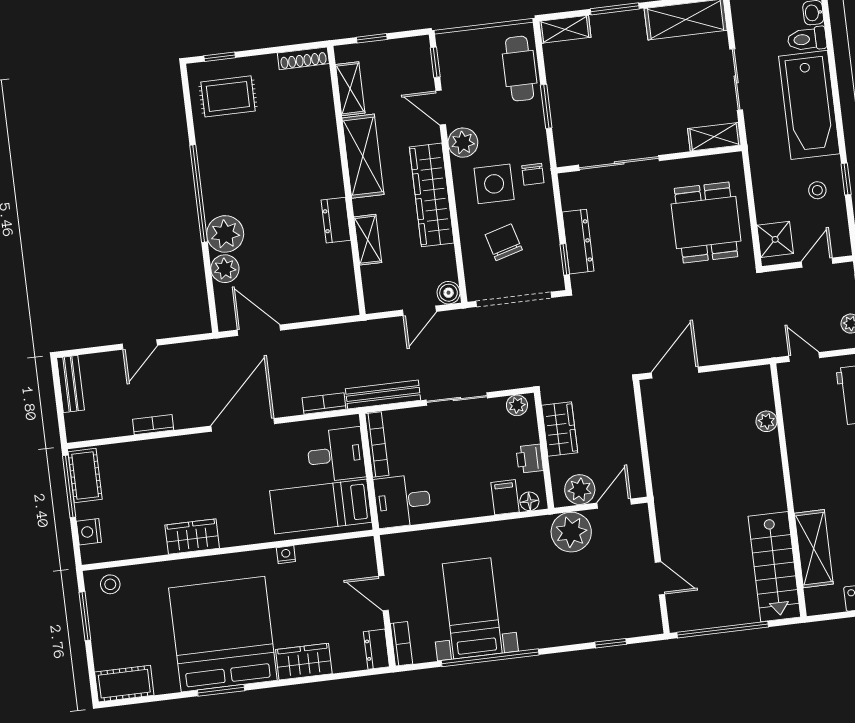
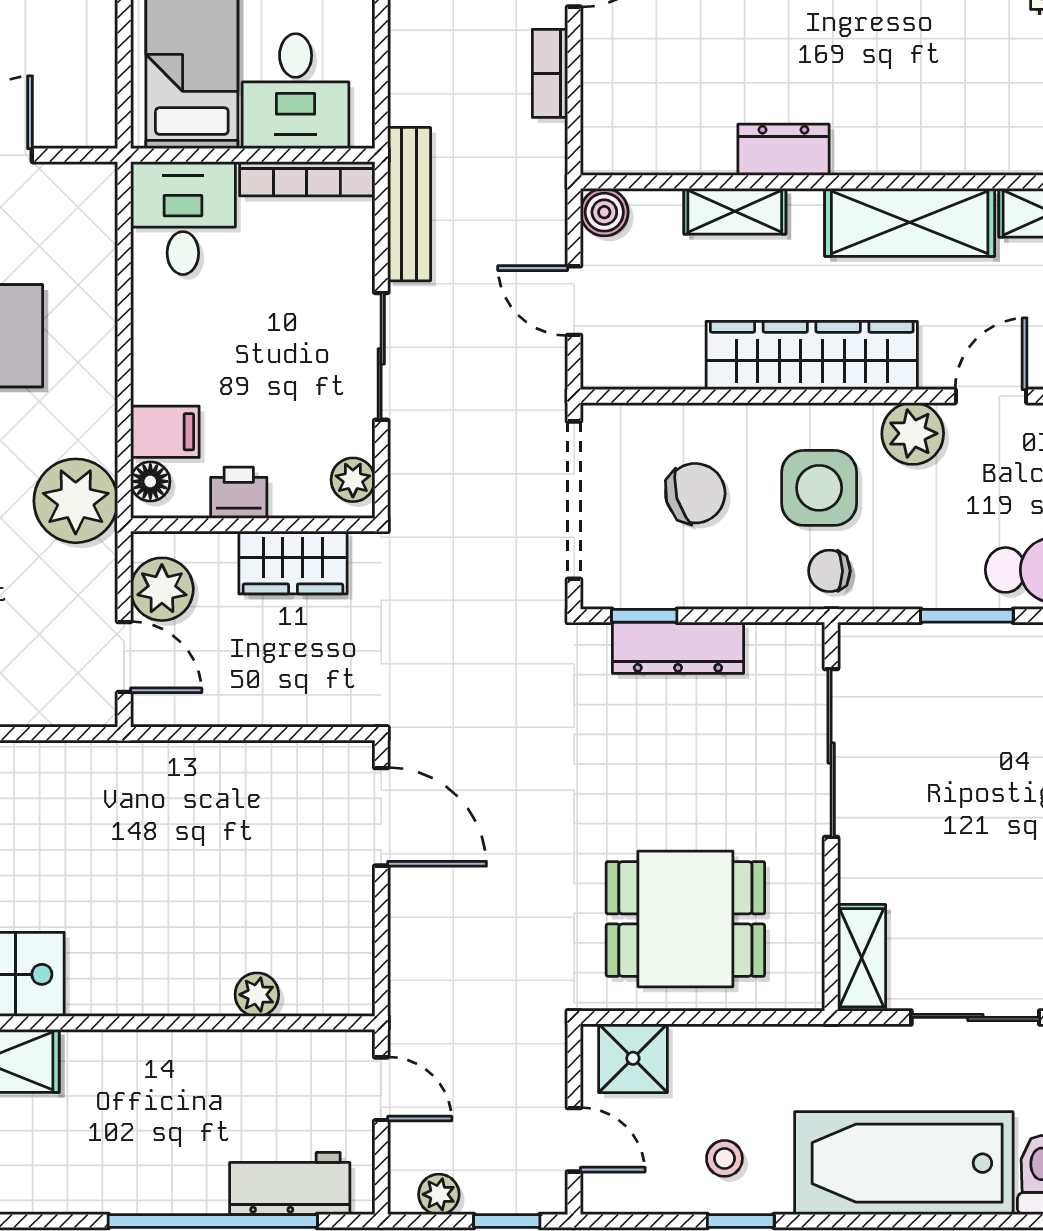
boiler: (449, 293) -> (604, 212), moved
door: (804, 357) -> (381, 1089), hinge flipped
bookcase: (324, 403) -> (550, 73), moved, turned 180
plant: (571, 532) -> (76, 501), moved

